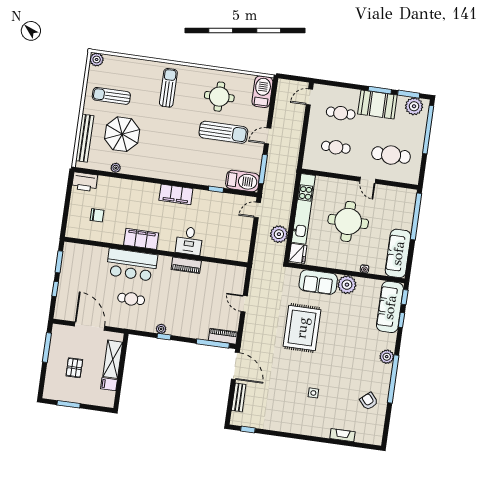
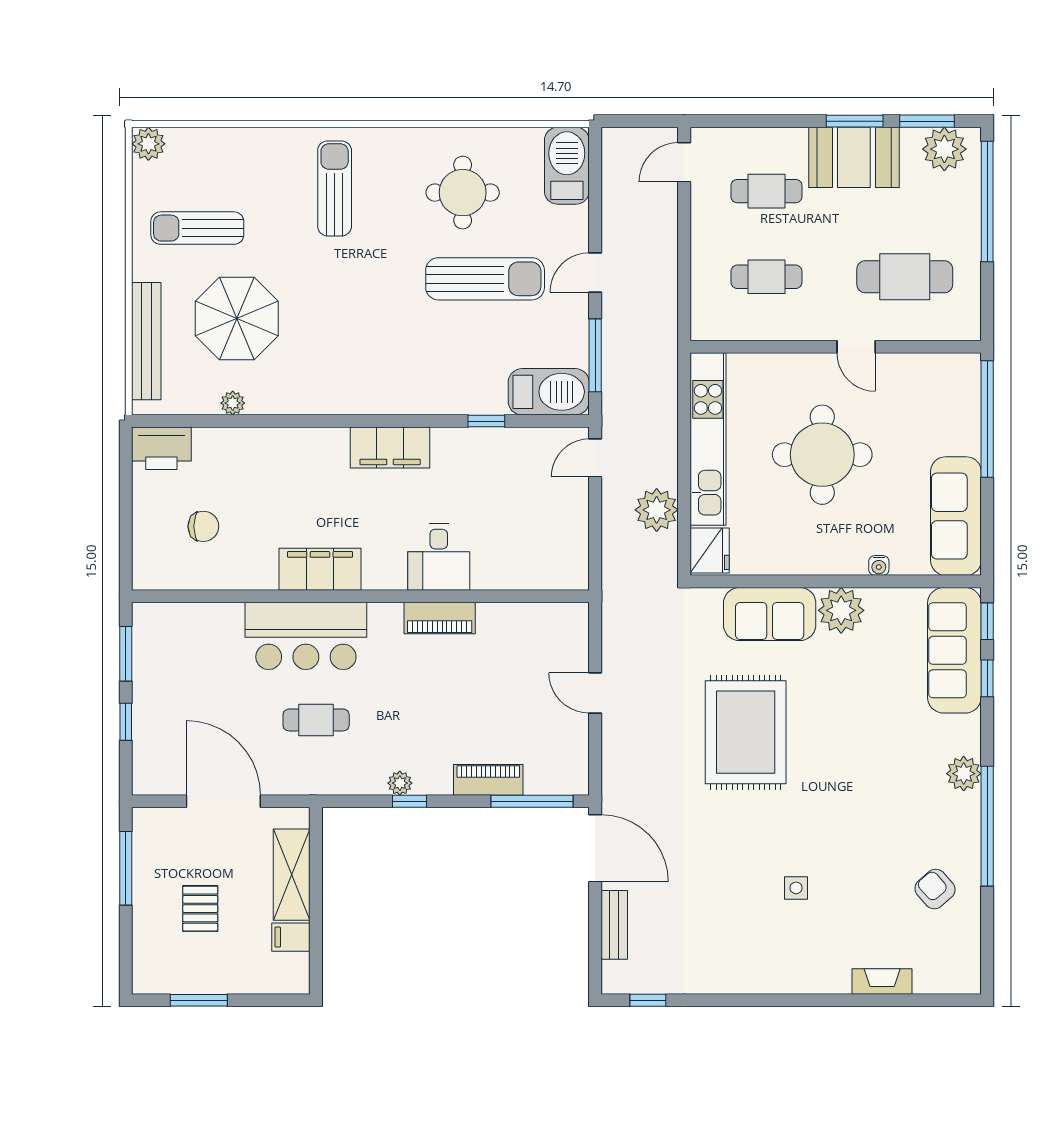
piano: (223, 336) -> (488, 780), moved

